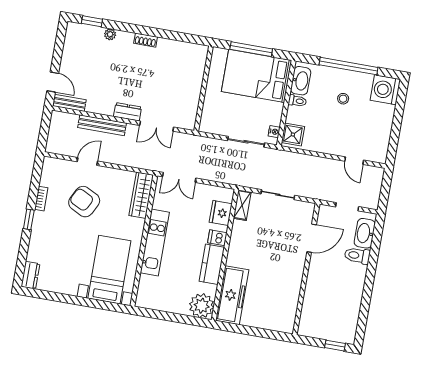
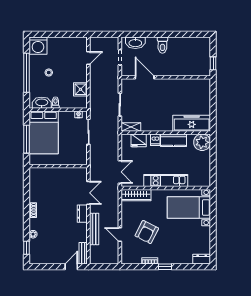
shower: (293, 135) -> (80, 89), moved
toilet: (357, 256) -> (162, 45), moved
window: (335, 346) -> (213, 63), moved

